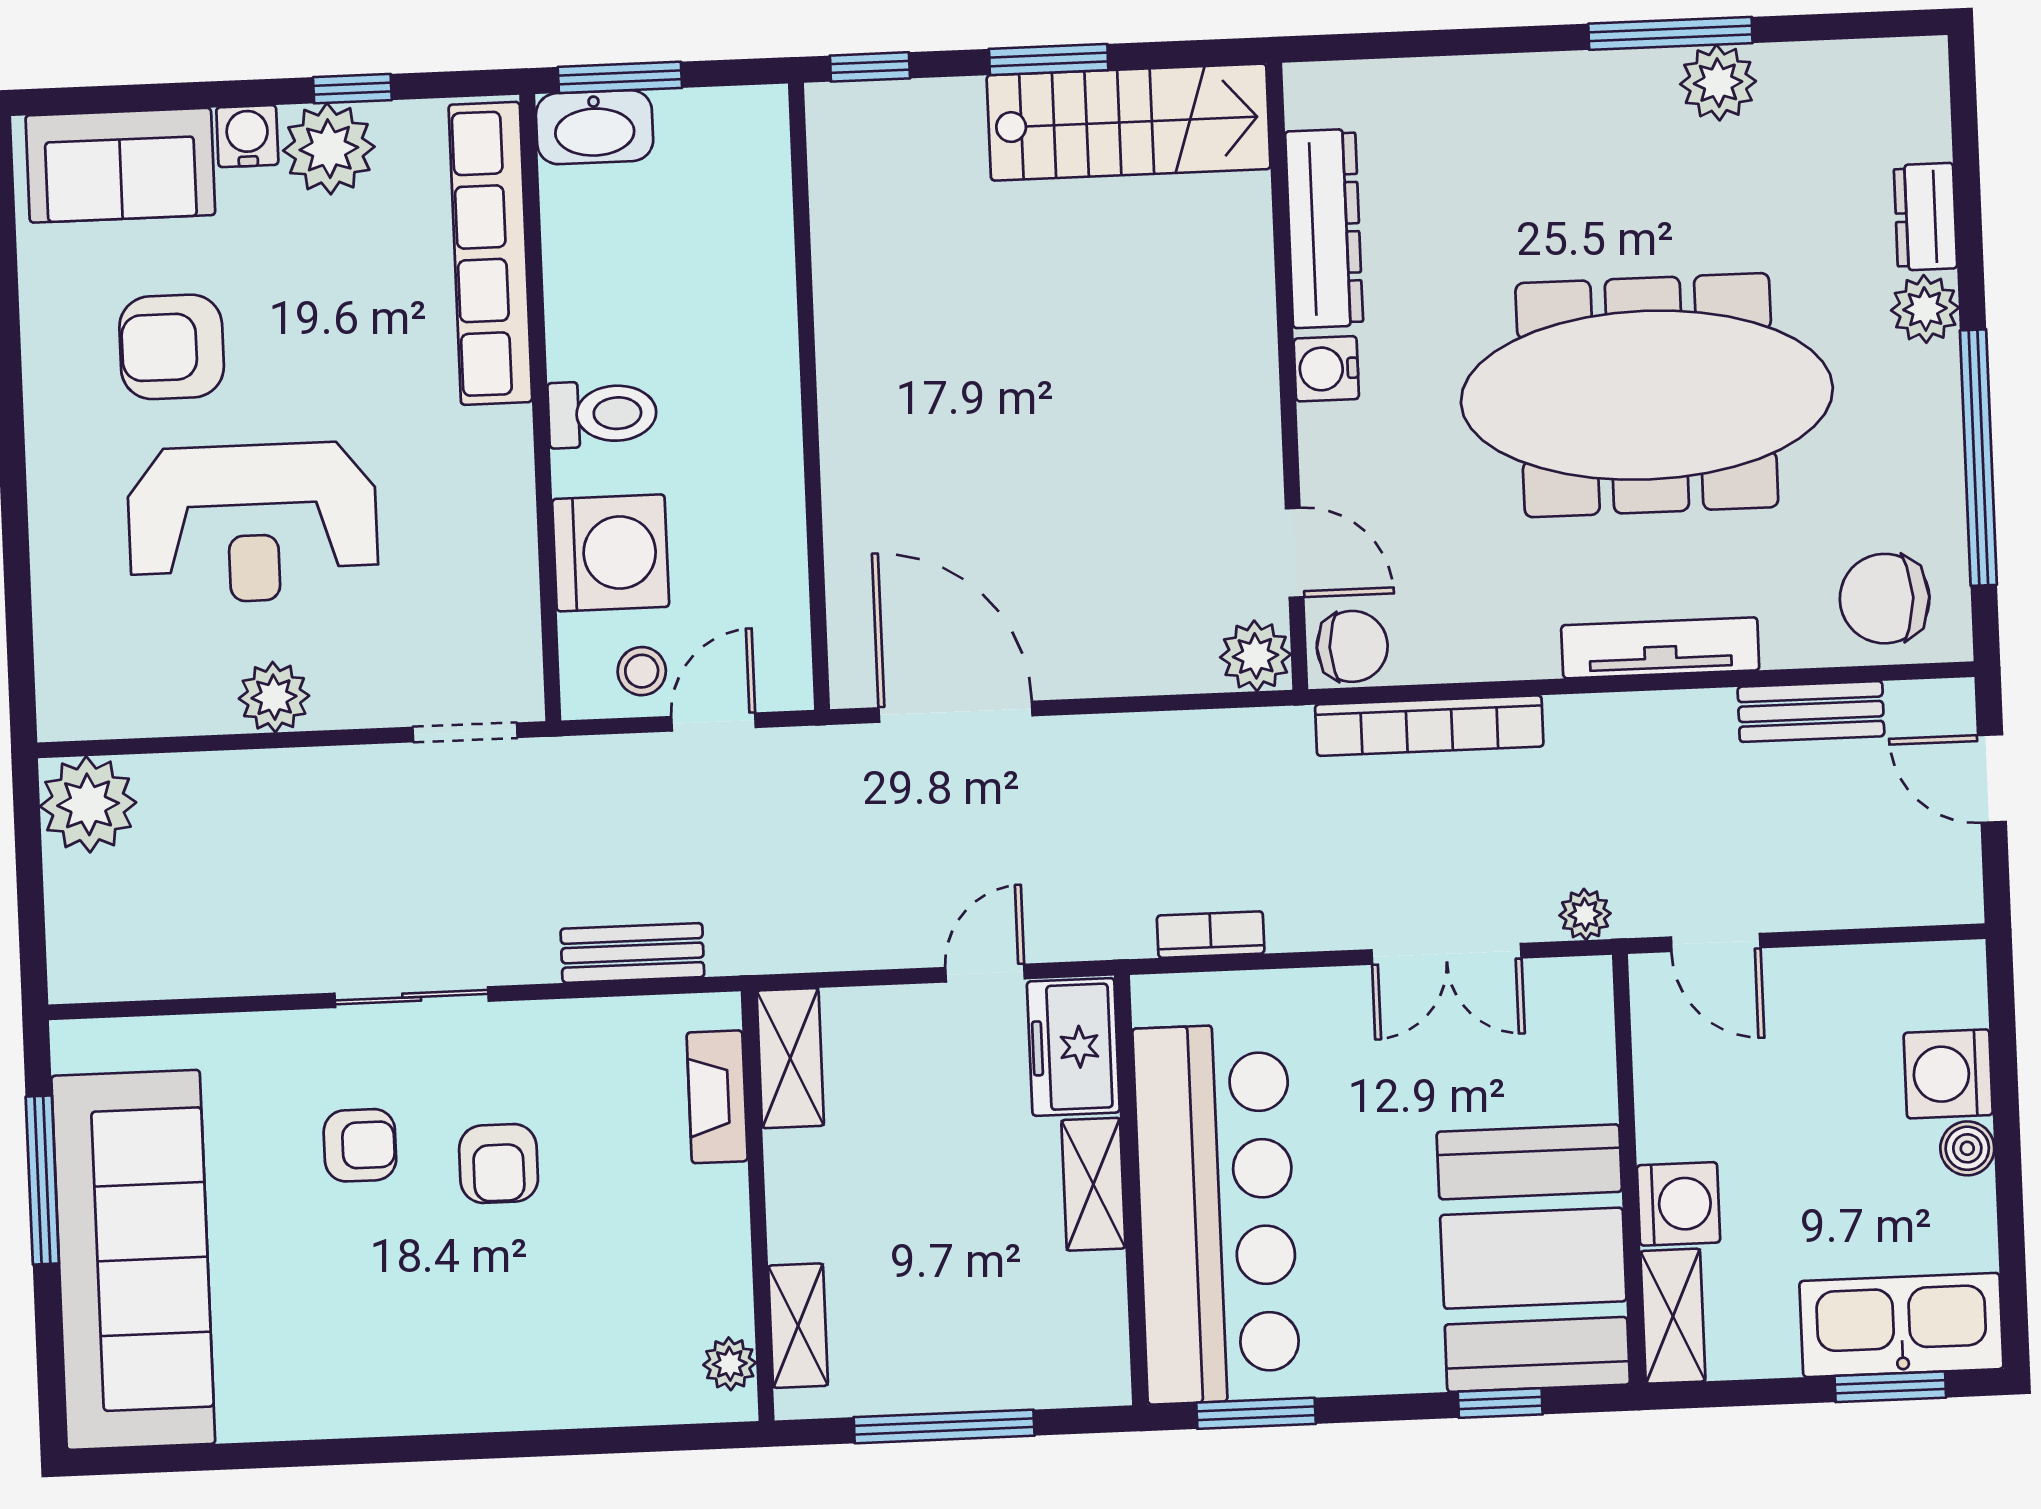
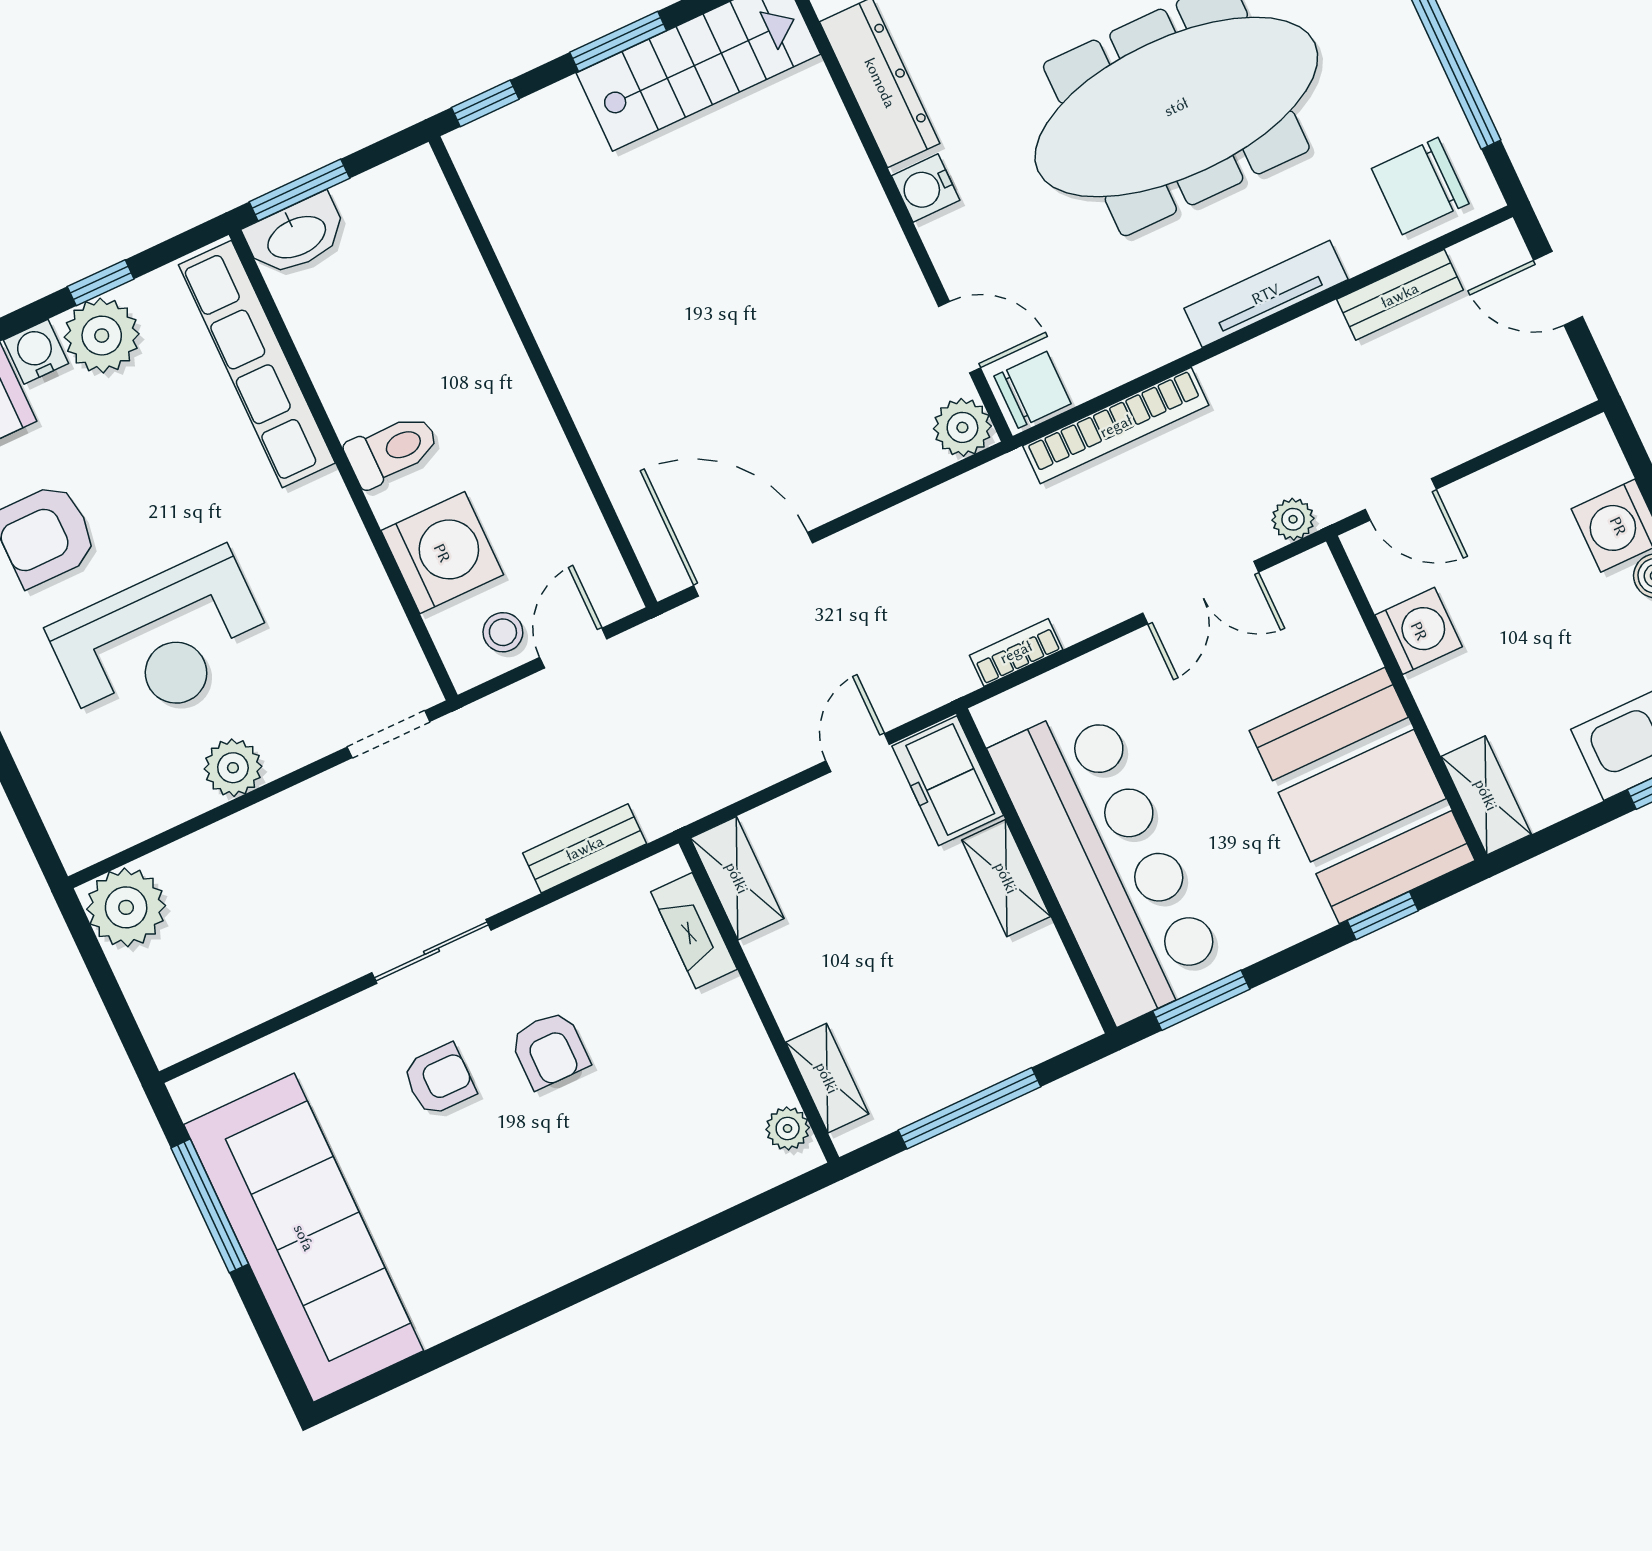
washing machine: (1678, 1204) -> (1419, 631), moved

